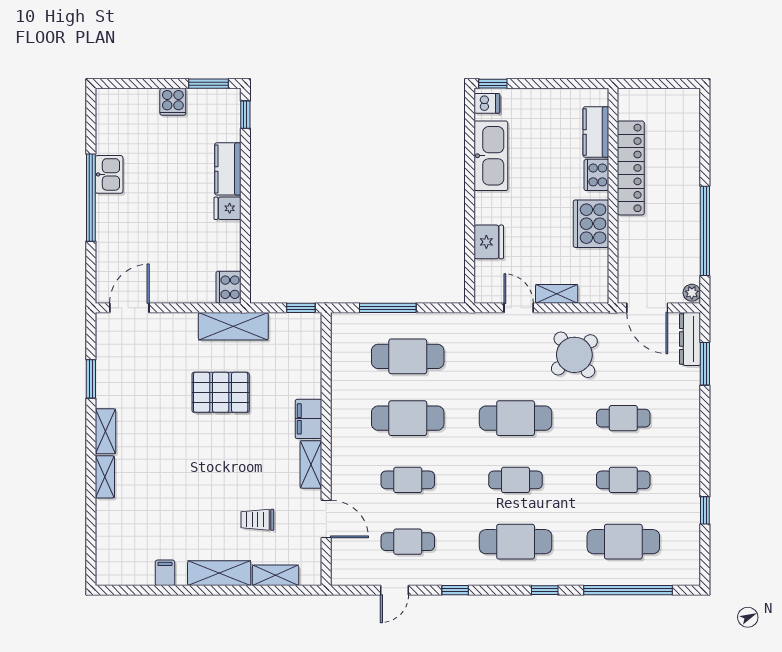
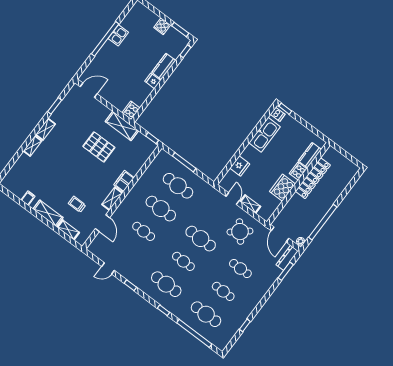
cafe table: (408, 542) -> (126, 254), removed

